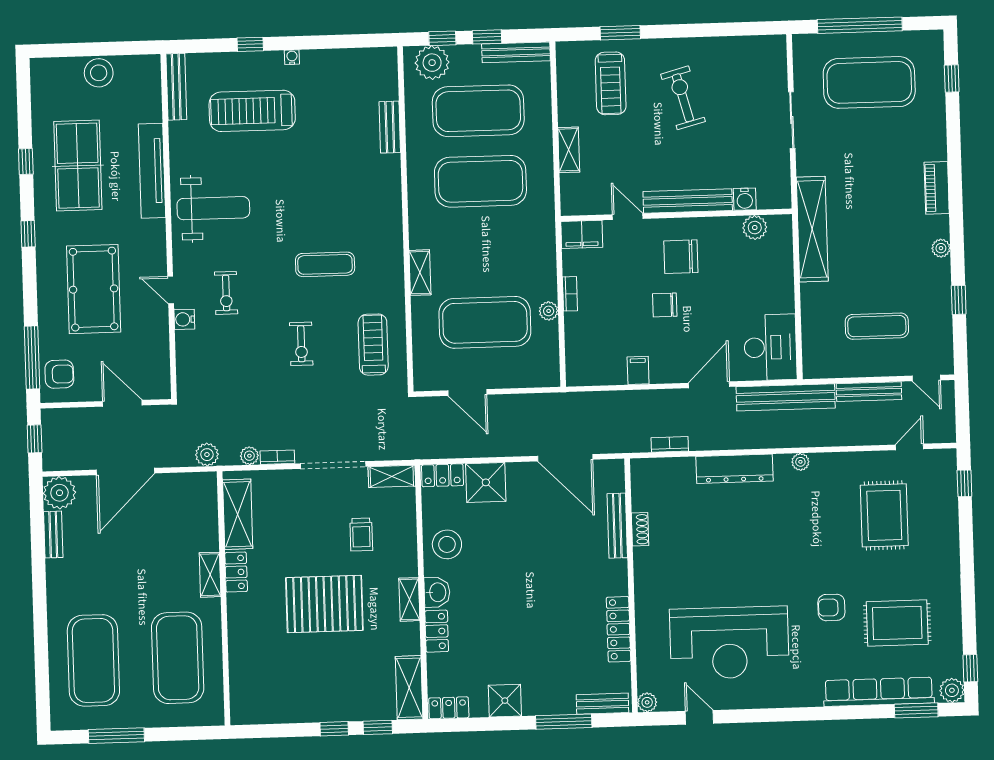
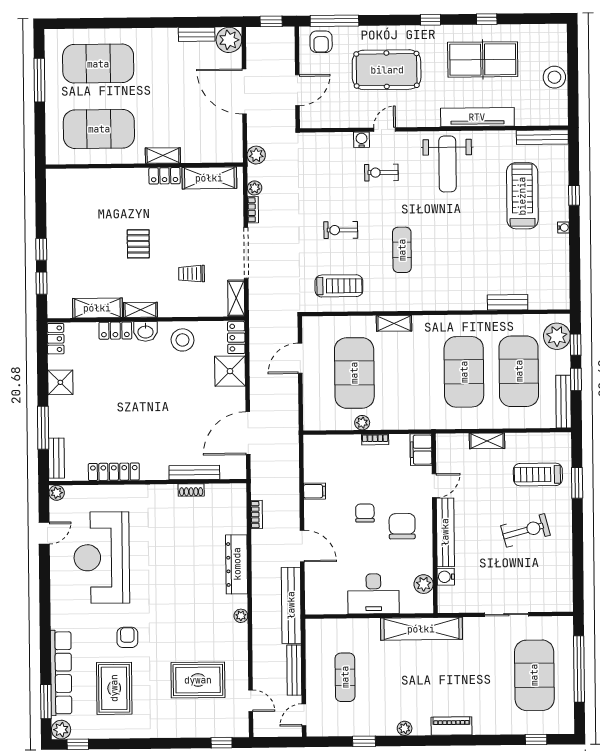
desk: (770, 347) -> (374, 594), moved
pallet: (324, 604) -> (138, 244), width x0.49, depth x0.50
shelving: (409, 688) -> (97, 308), moved

